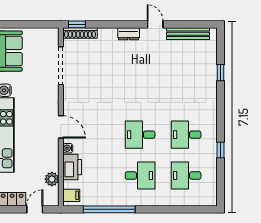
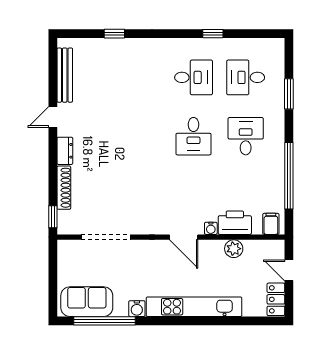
shoe rack: (80, 33) -> (64, 188), moved
door: (61, 127) -> (184, 237), swing flipped
desk: (186, 135) -> (193, 77), turned -90
desk: (186, 176) -> (246, 77), turned 90
plant: (52, 179) -> (234, 249), moved
window: (173, 209) -> (289, 94), added

